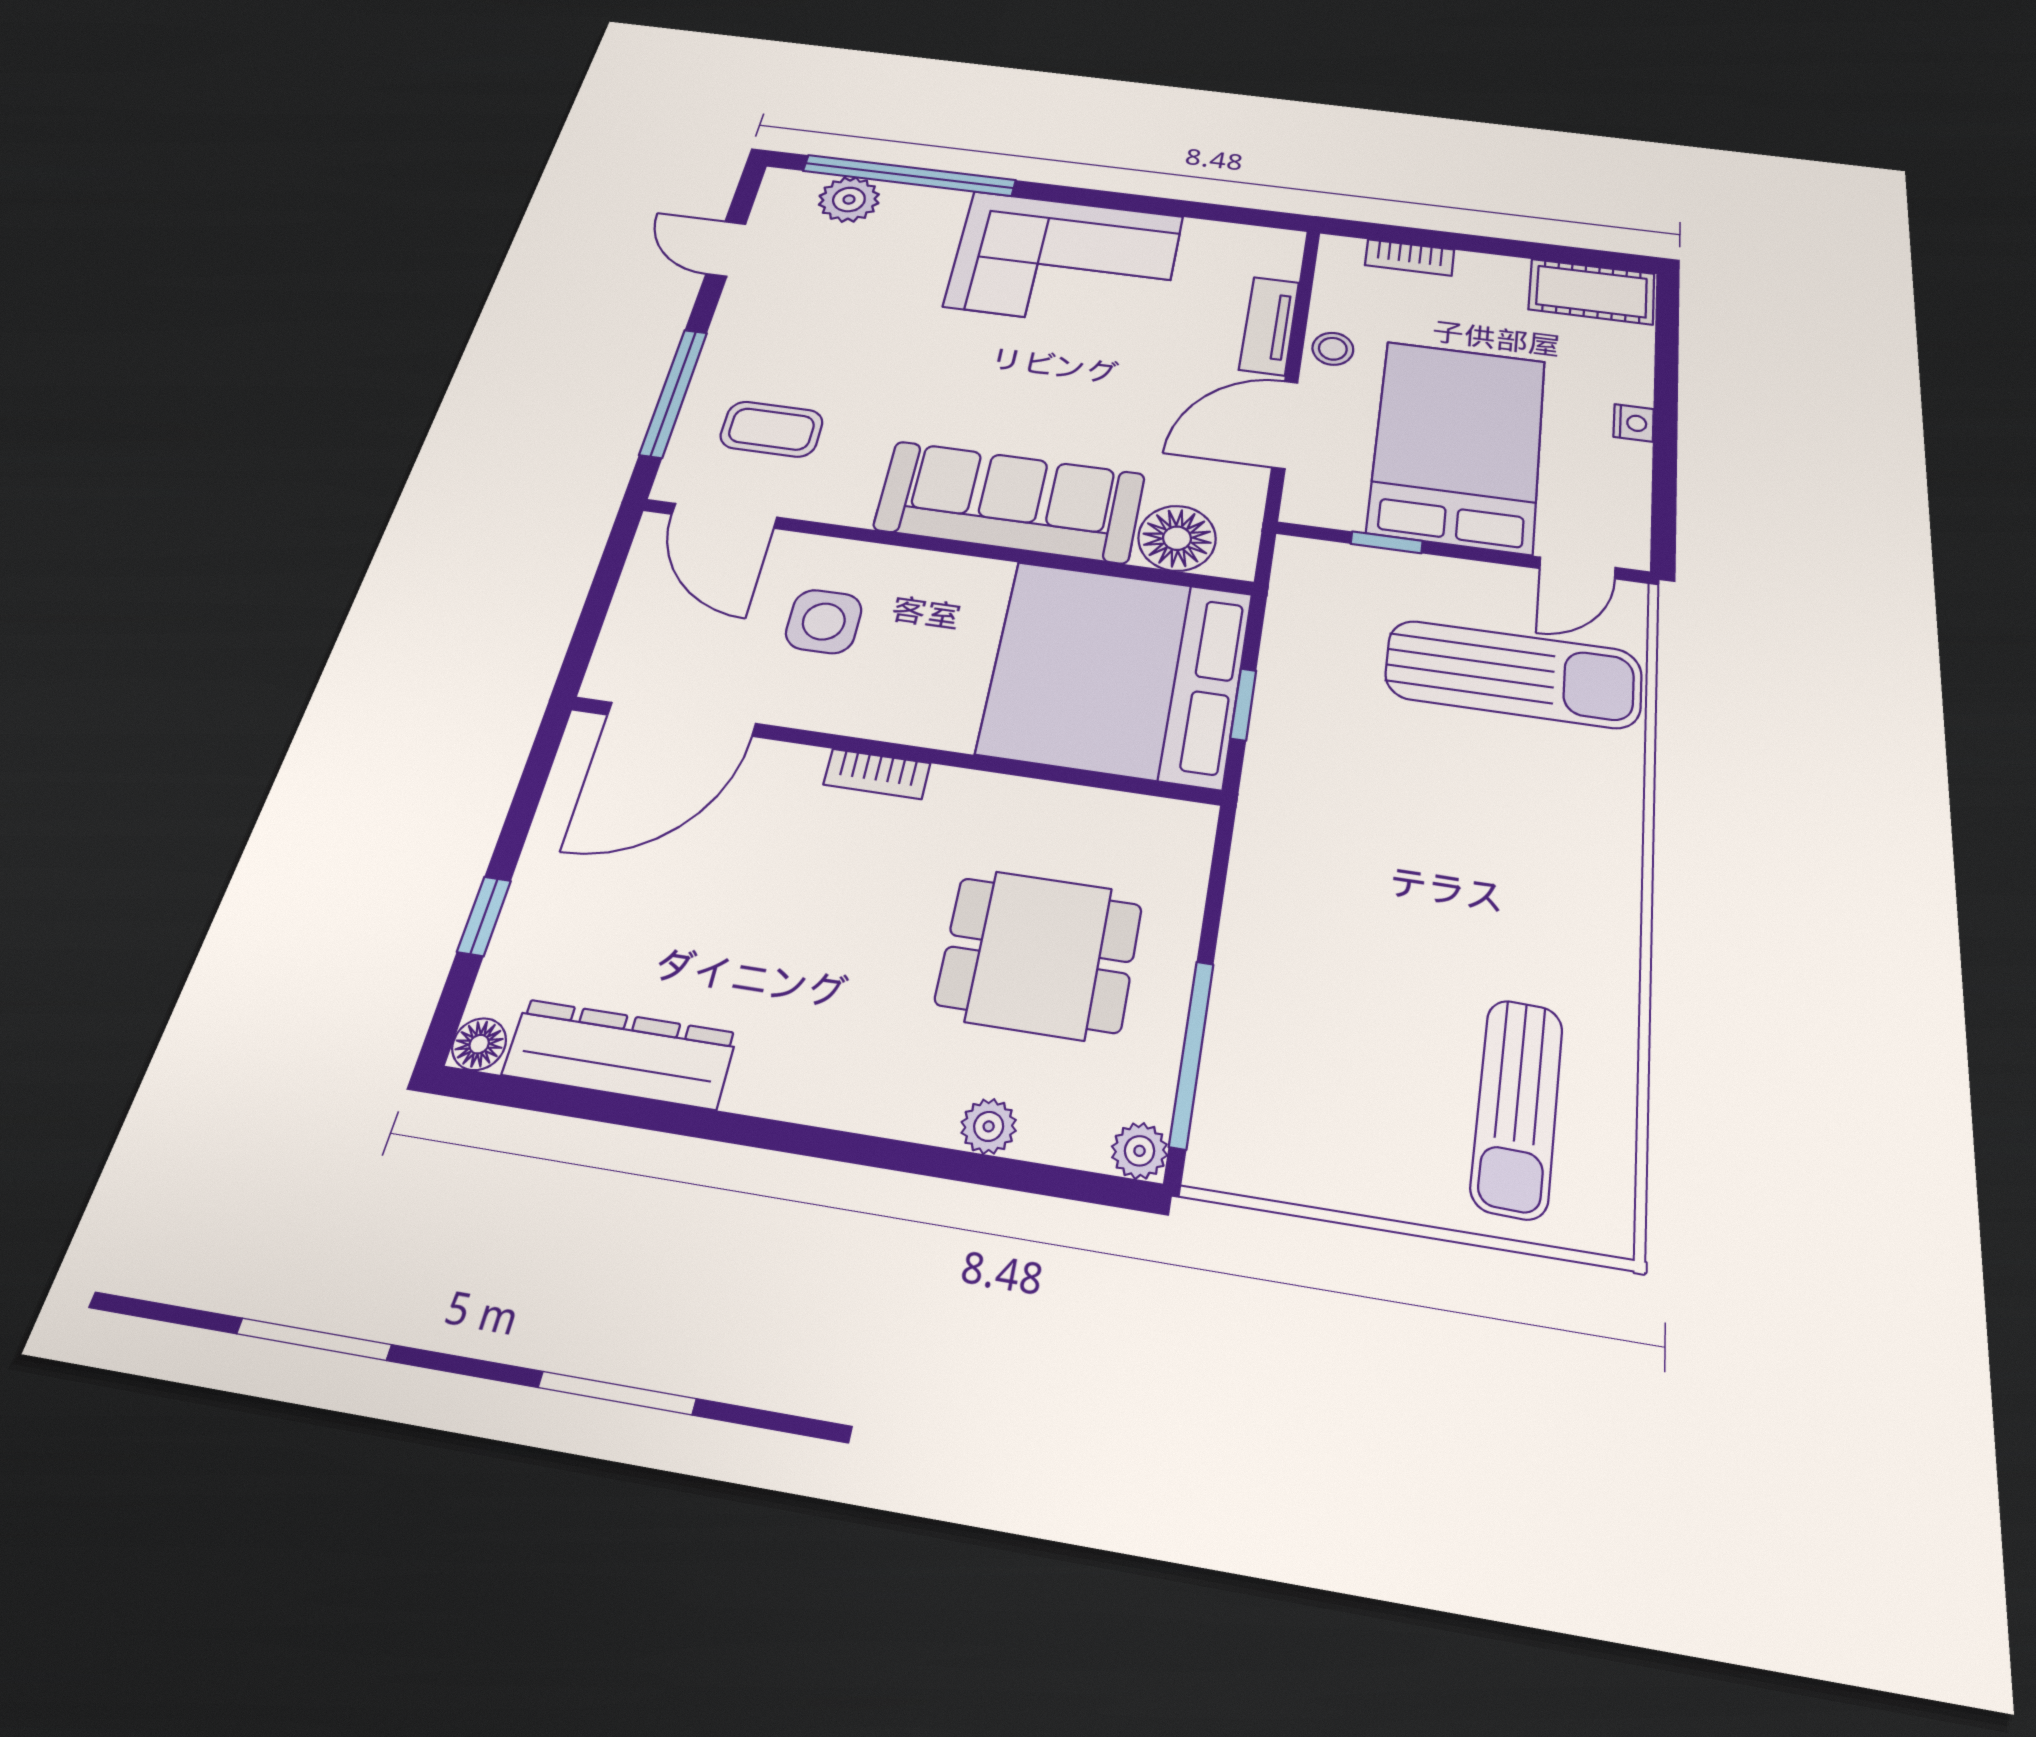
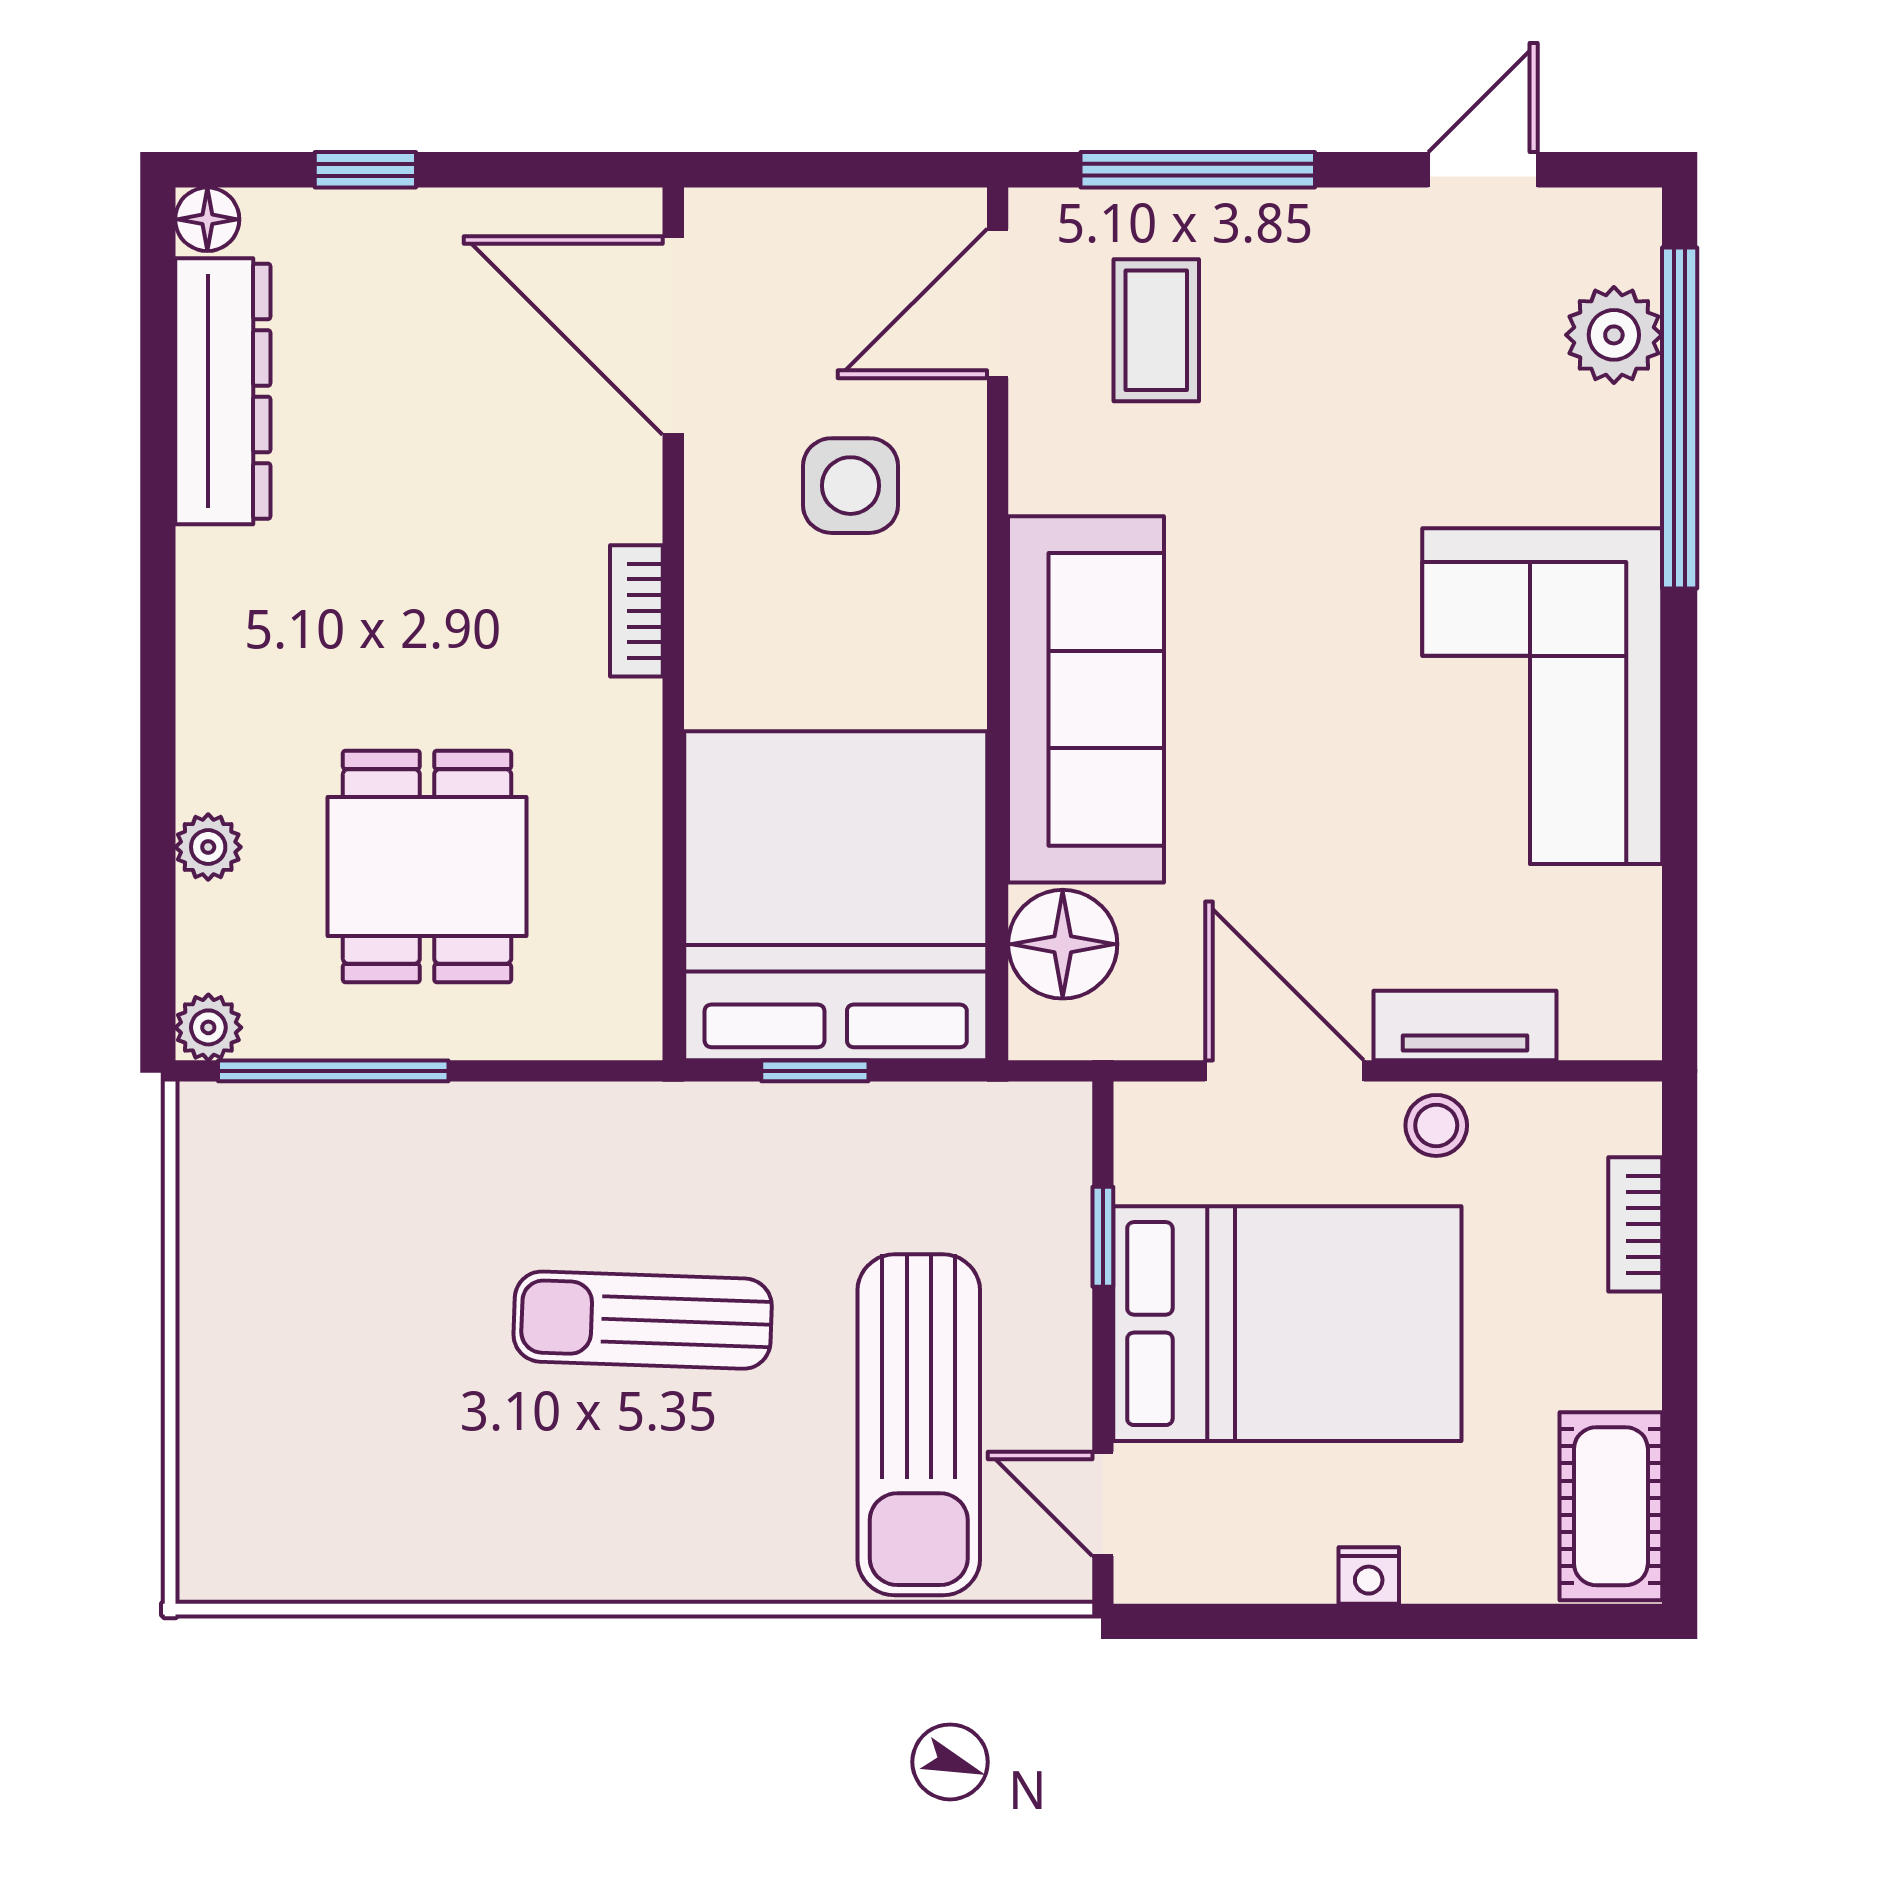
sun lounger: (1517, 1107) -> (643, 1320), moved

